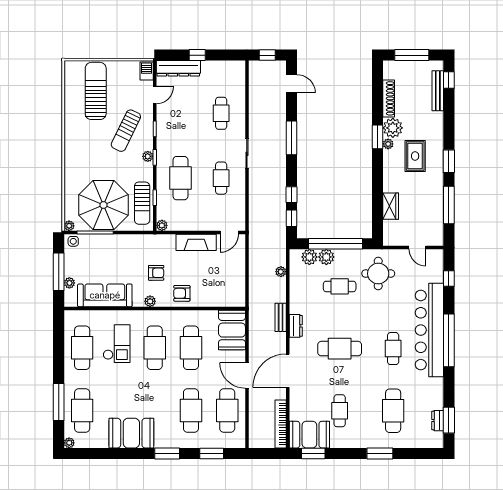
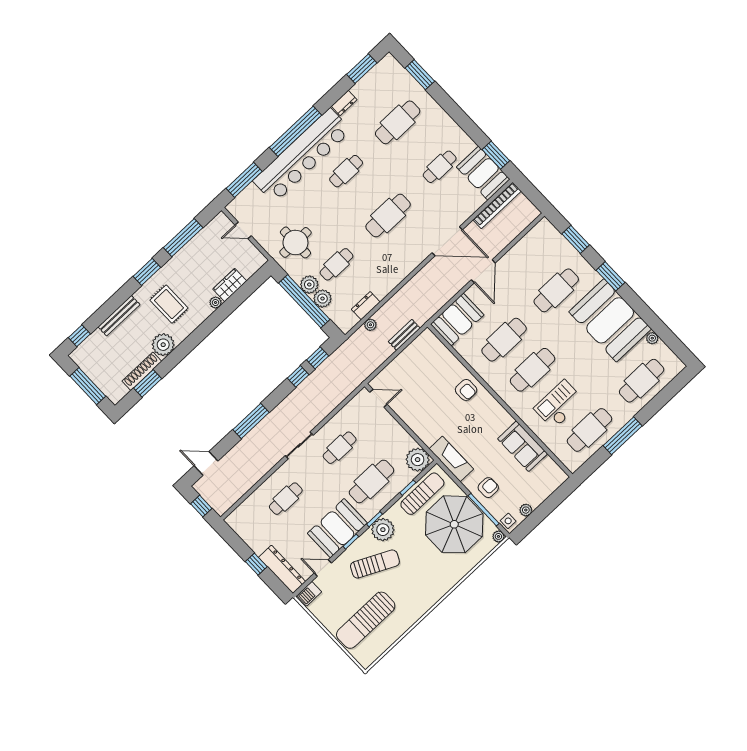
door: (291, 84) -> (206, 463), hinge flipped
bench: (438, 91) -> (119, 316), moved
booth: (171, 128) -> (337, 528), added
window: (378, 137) -> (148, 383), moved
plant: (388, 144) -> (216, 303), moved
plant: (148, 156) -> (383, 530), width x1.87, depth x1.87
rug: (415, 156) -> (169, 304), turned 90
plant: (162, 225) -> (418, 460), width x1.88, depth x1.88
fireplace: (196, 242) -> (451, 459), moved
door: (417, 247) -> (243, 230), swing flipped
plant: (309, 257) -> (309, 285), moved
window: (59, 272) -> (545, 509), removed
armchair: (156, 273) -> (488, 488), moved, turned 90
window: (449, 279) -> (244, 180), width x2.17
plant: (69, 283) -> (526, 510), moved
cafe table: (340, 286) -> (336, 264), turned 90
sofa: (105, 295) -> (523, 446), width x0.73
plant: (150, 301) -> (498, 410), removed
bench: (281, 317) -> (404, 335), moved
dresser: (296, 326) -> (366, 306), moved
cafe table: (340, 349) -> (388, 216), turned 90
window: (59, 402) -> (623, 436), moved
cafe table: (227, 411) -> (528, 260), removed
dresser: (438, 421) -> (344, 103), moved
booth: (131, 433) -> (610, 320), width x1.36, depth x1.42
plant: (69, 443) -> (652, 338), moved
window: (380, 453) -> (420, 75), moved

